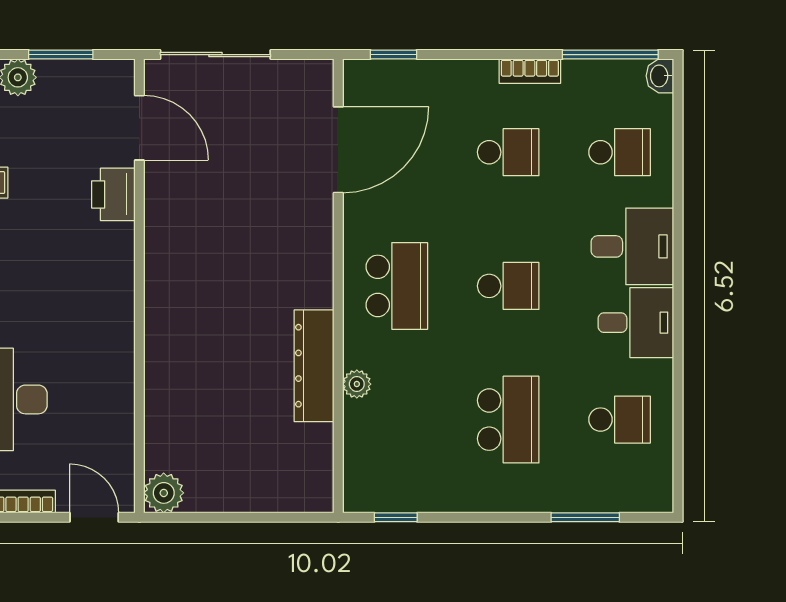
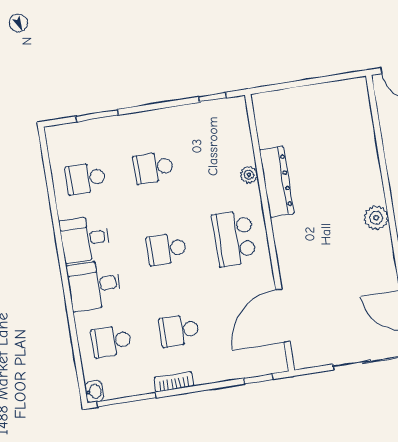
school desk: (508, 420) -> (153, 168), width x0.54
plant: (164, 493) -> (376, 218), moved

